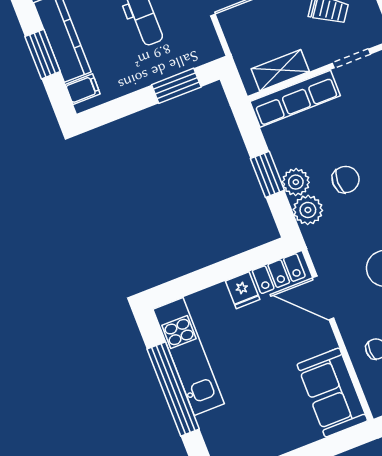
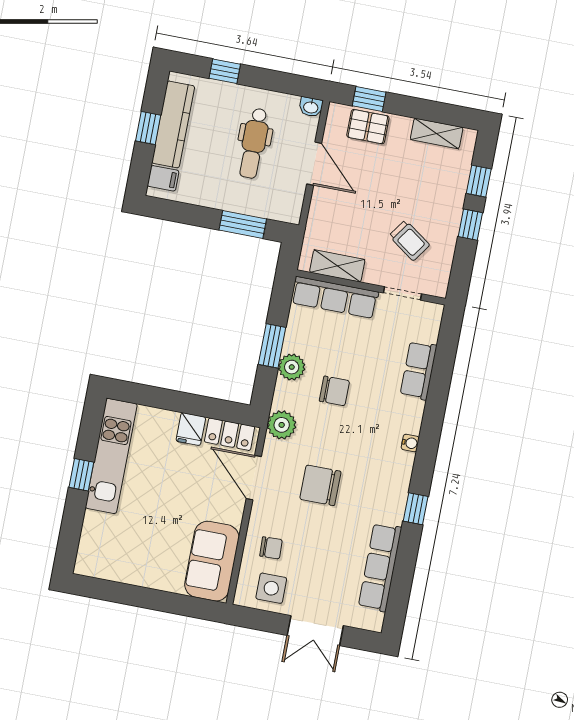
window: (43, 54) -> (148, 128), width x0.67
plant: (308, 210) -> (282, 425), moved
window: (173, 389) -> (81, 475), width x0.32

